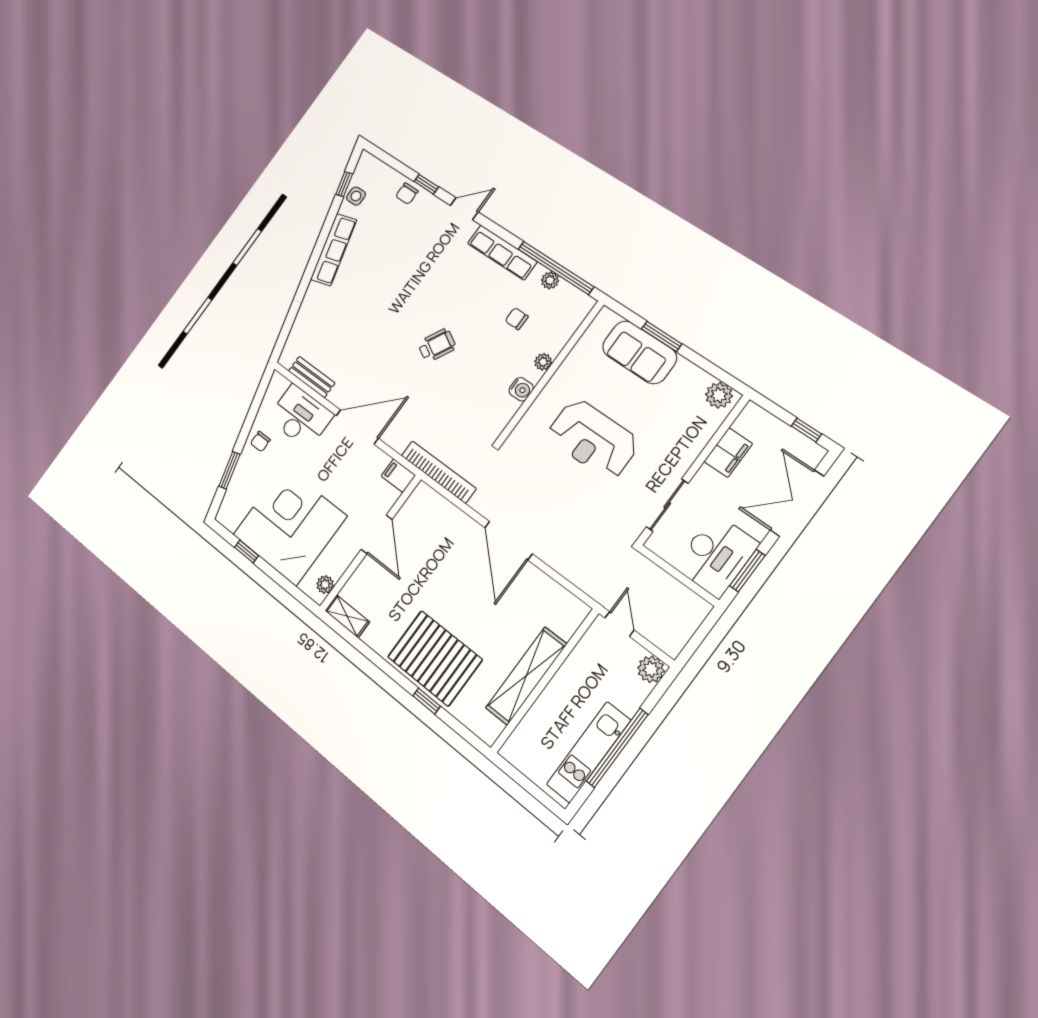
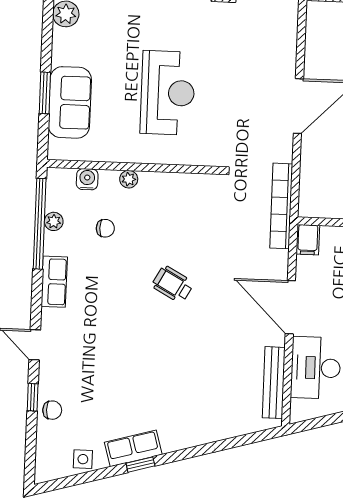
window: (344, 184) -> (140, 465), moved
row of seats: (334, 250) -> (133, 448), width x0.68
row of seats: (502, 252) -> (54, 282), width x0.68
chair: (517, 319) -> (105, 228), turned -90
bench: (312, 377) -> (274, 383), width x1.36
water cooler: (521, 389) -> (87, 179), moved

